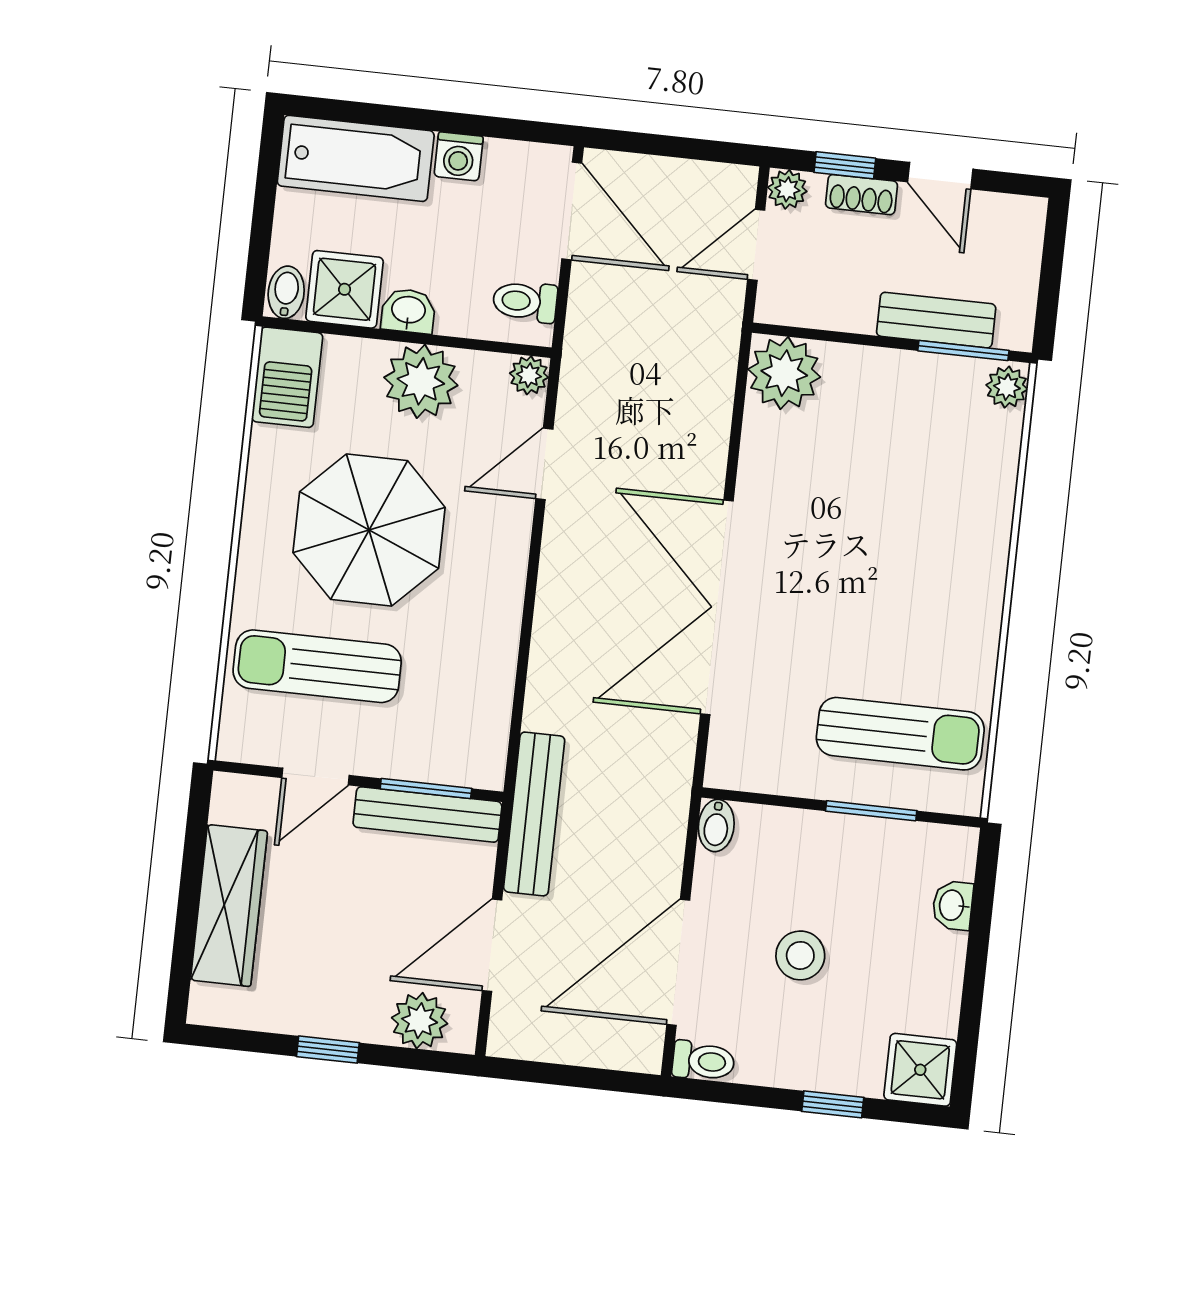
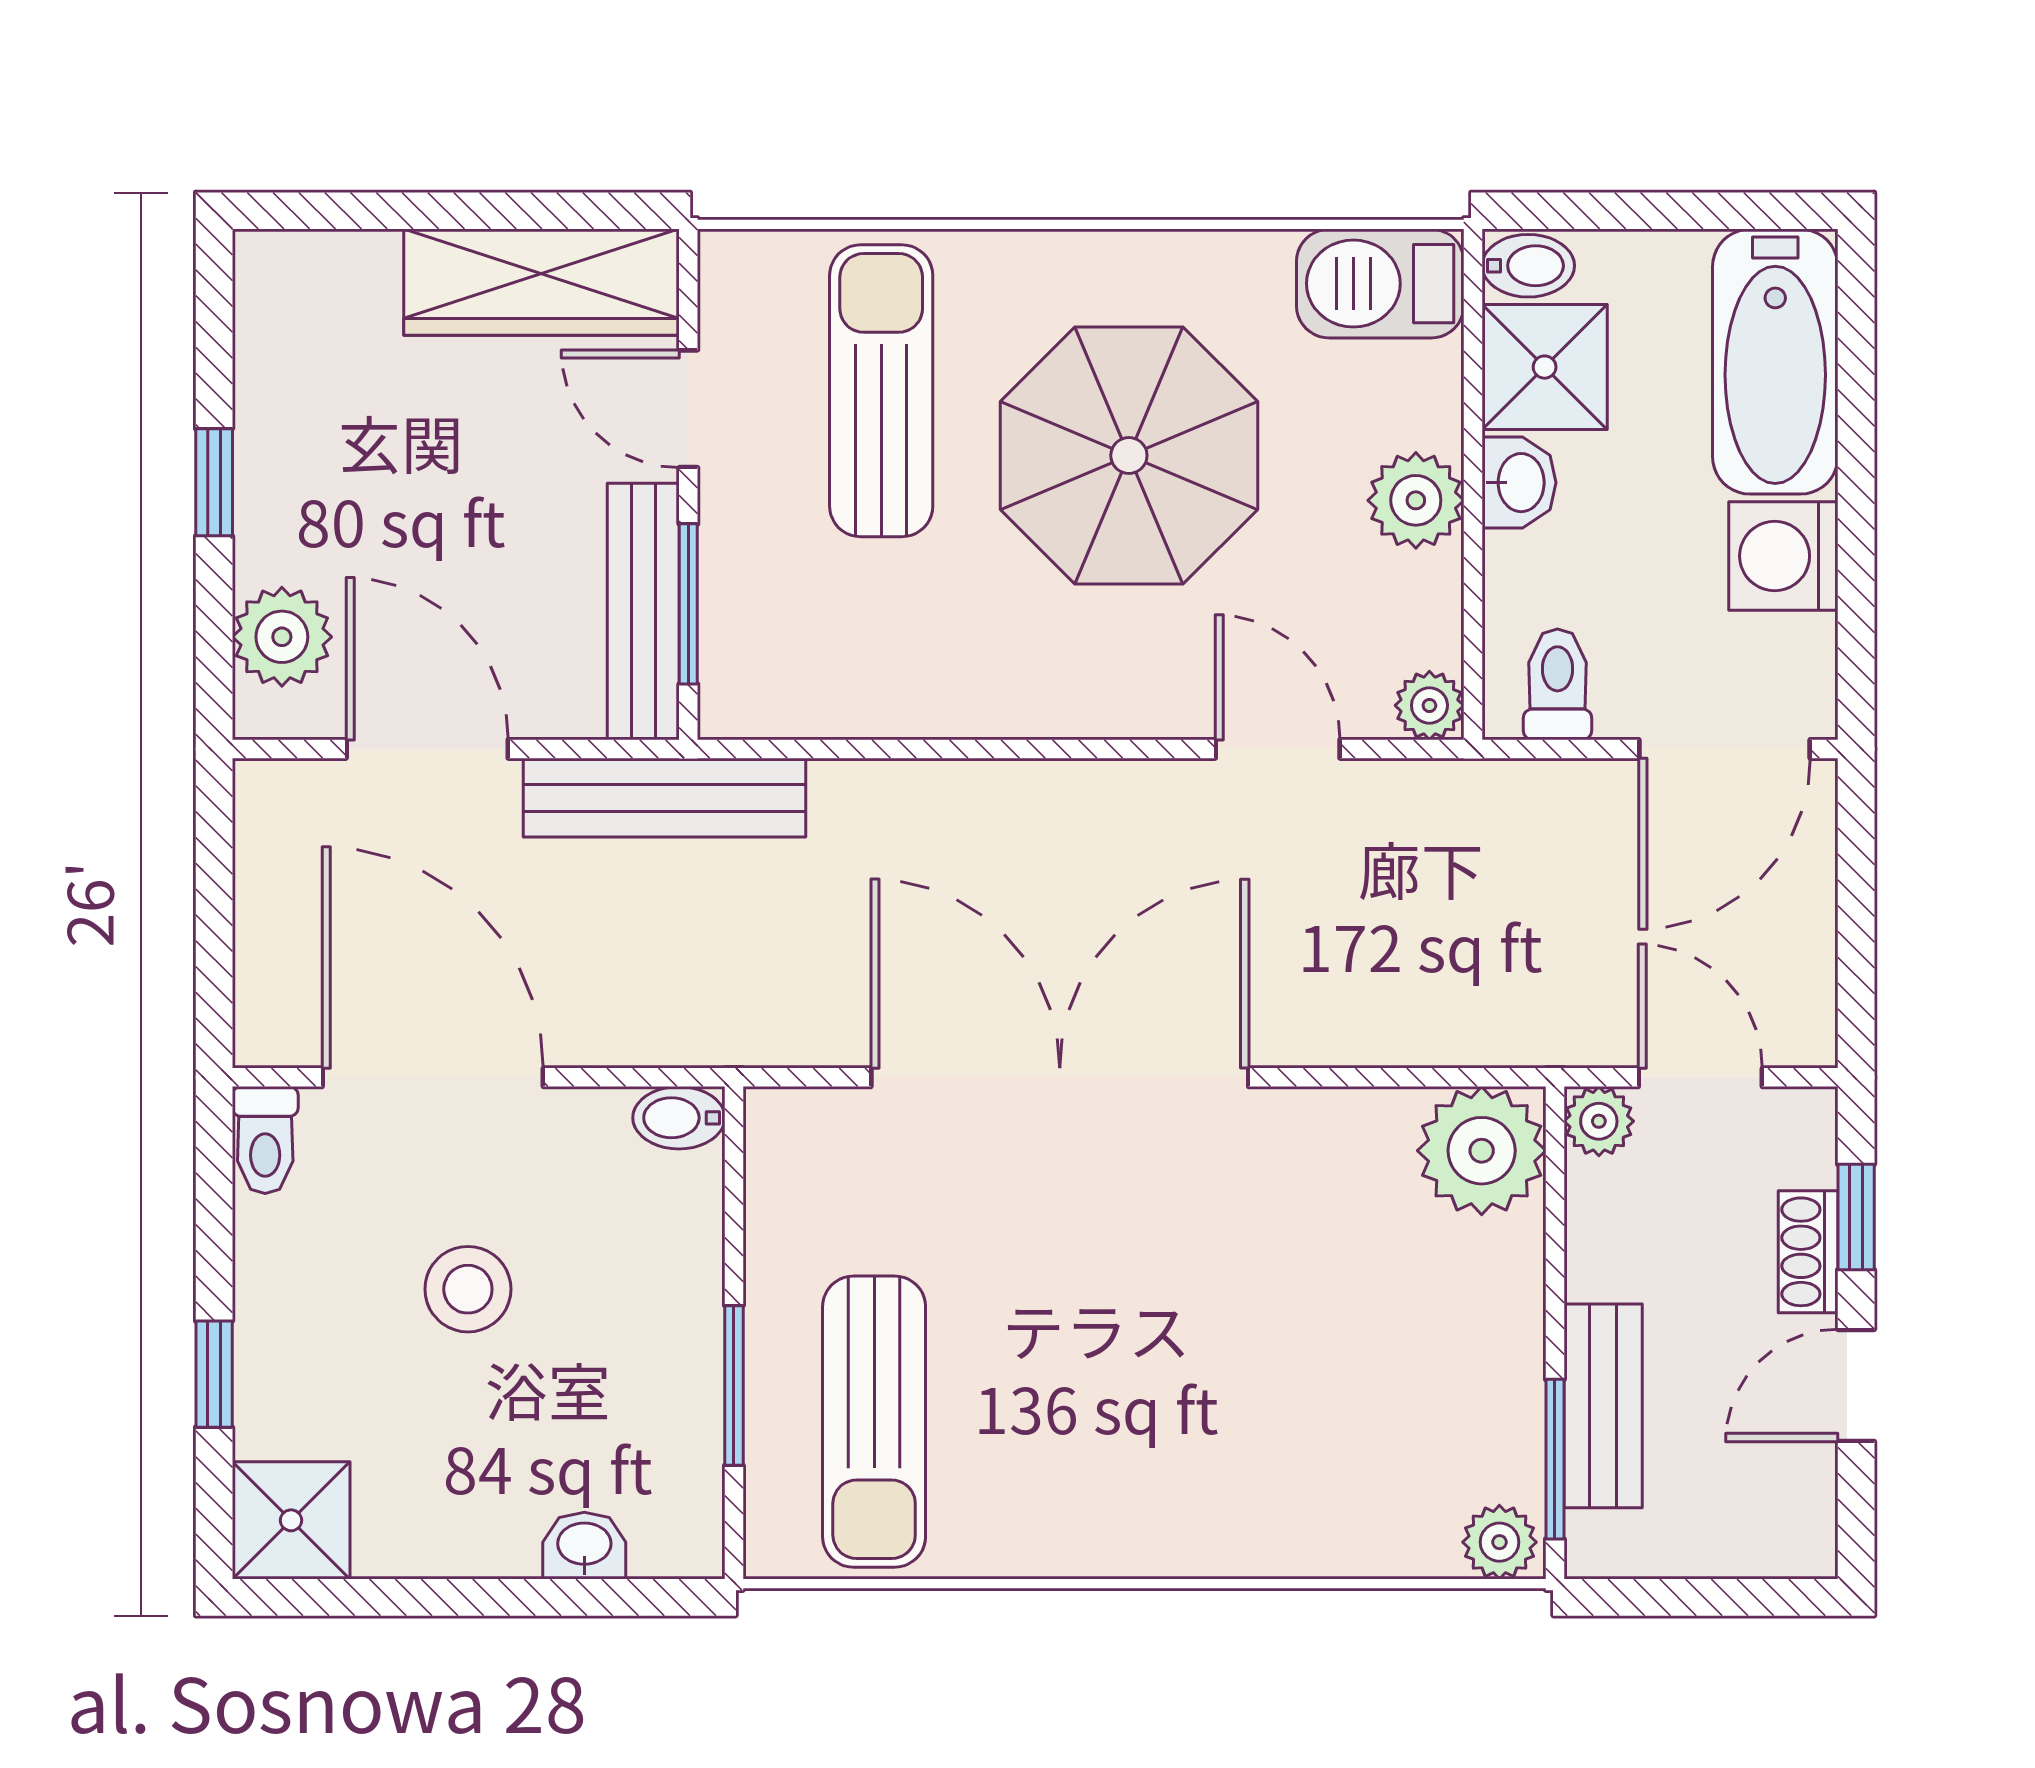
washing machine: (459, 156) -> (1783, 556), width x1.38, depth x1.38
plant: (787, 189) -> (1599, 1121), moved
plant: (421, 381) -> (1416, 500), width x0.73, depth x0.73
wardrobe: (229, 906) -> (542, 282), moved

